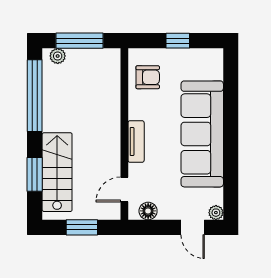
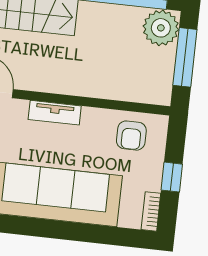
bookcase: (208, 54) -> (151, 211), added
plant: (58, 56) -> (161, 28), width x1.88, depth x1.88

